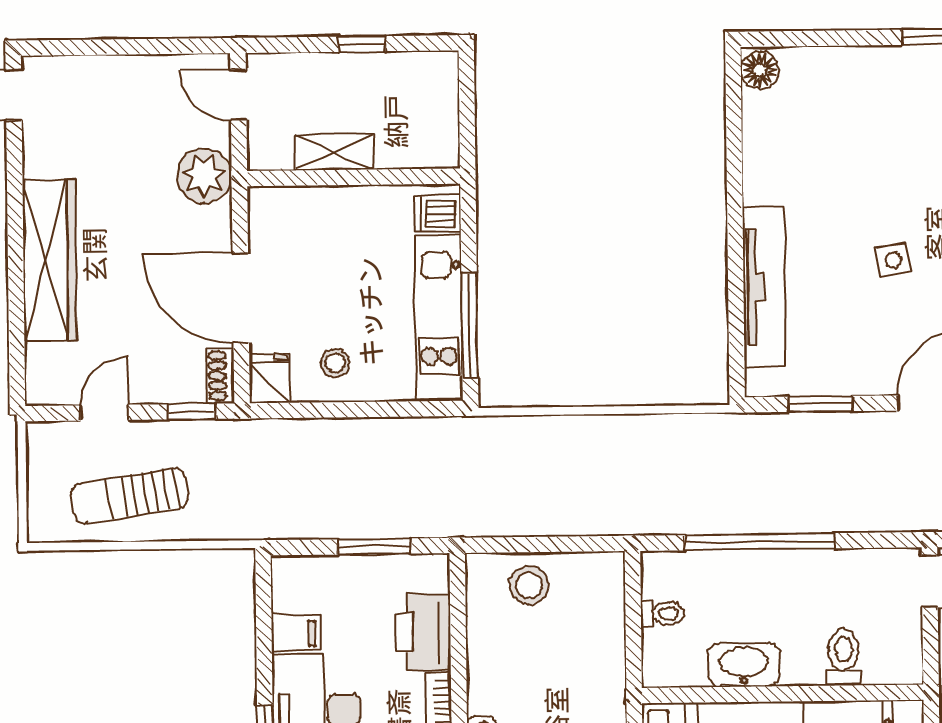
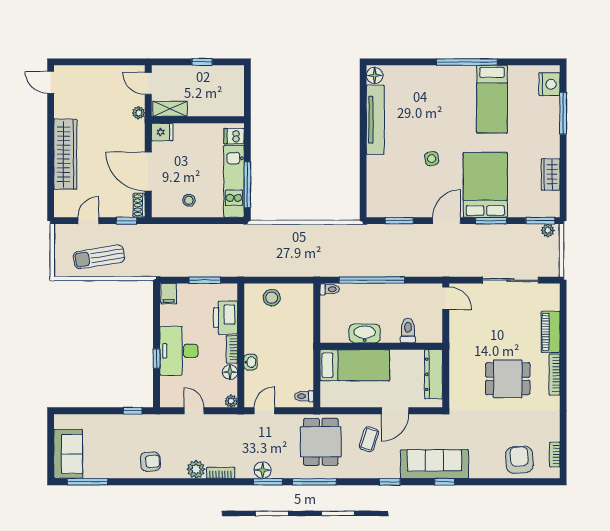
shelving: (334, 152) -> (170, 109), moved
plant: (204, 176) -> (139, 113), width x0.53, depth x0.53
tv unit: (764, 287) -> (375, 120), moved
fridge: (270, 379) -> (162, 132), moved, turned 90
toilet: (663, 614) -> (330, 289), moved
filing cabinet: (295, 633) -> (169, 294), moved, turned 90

